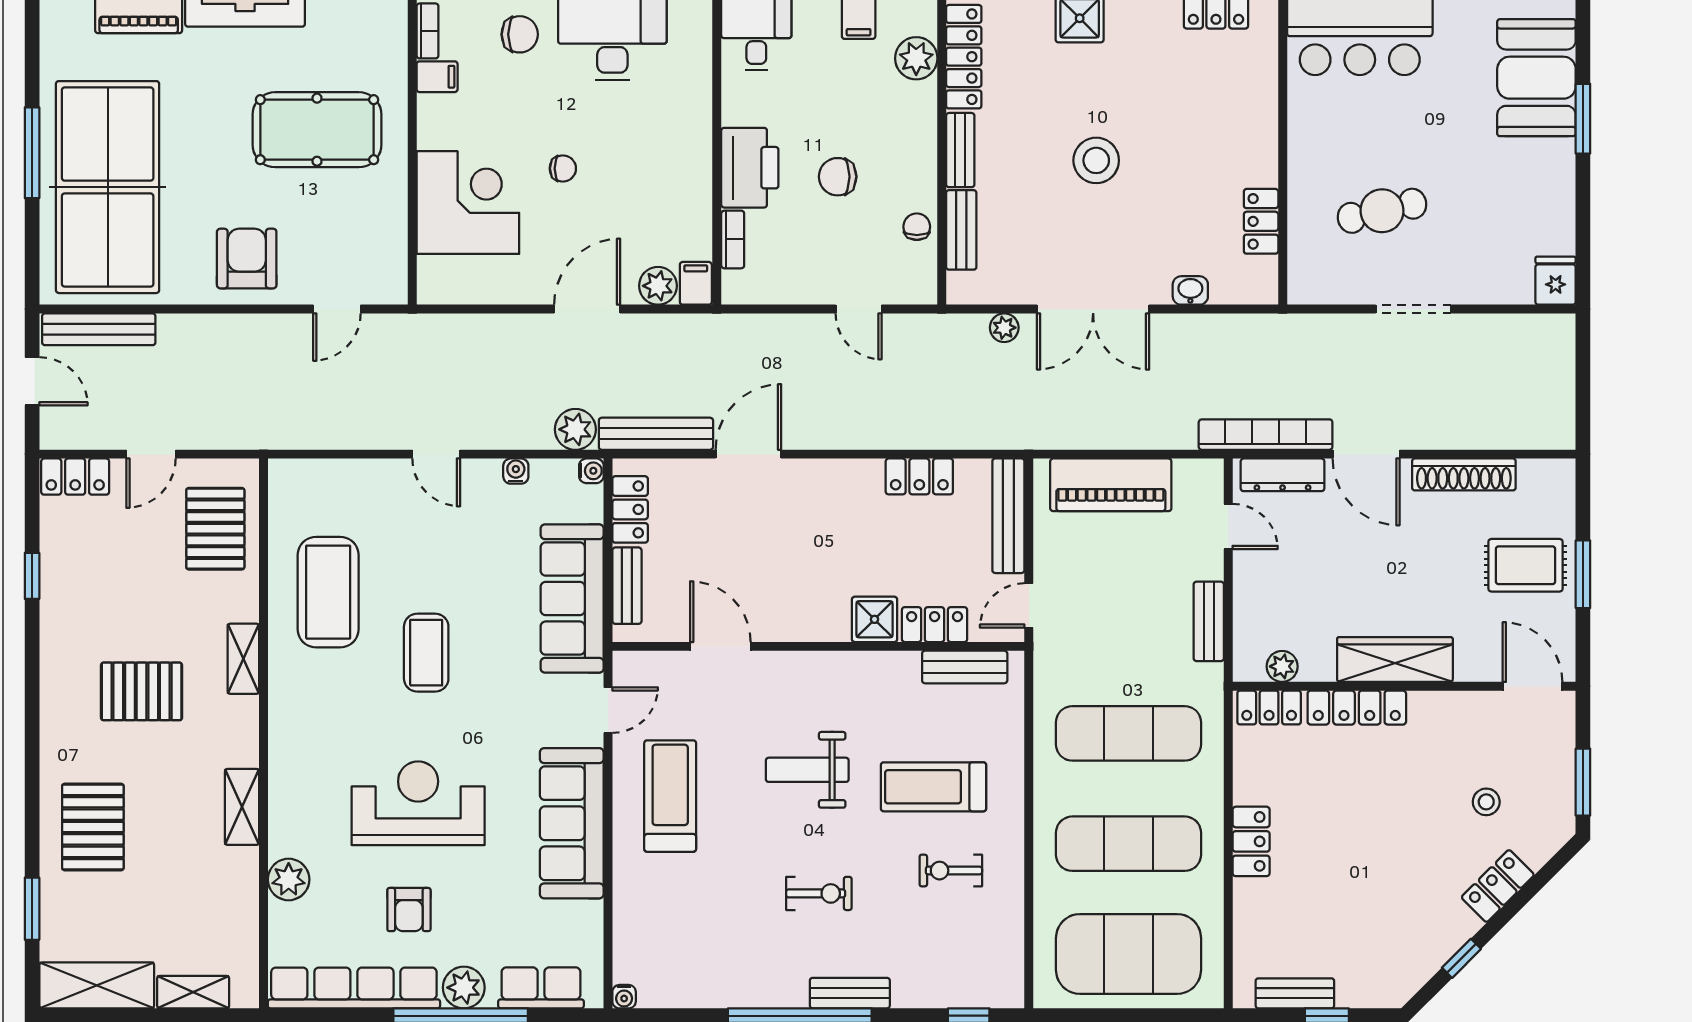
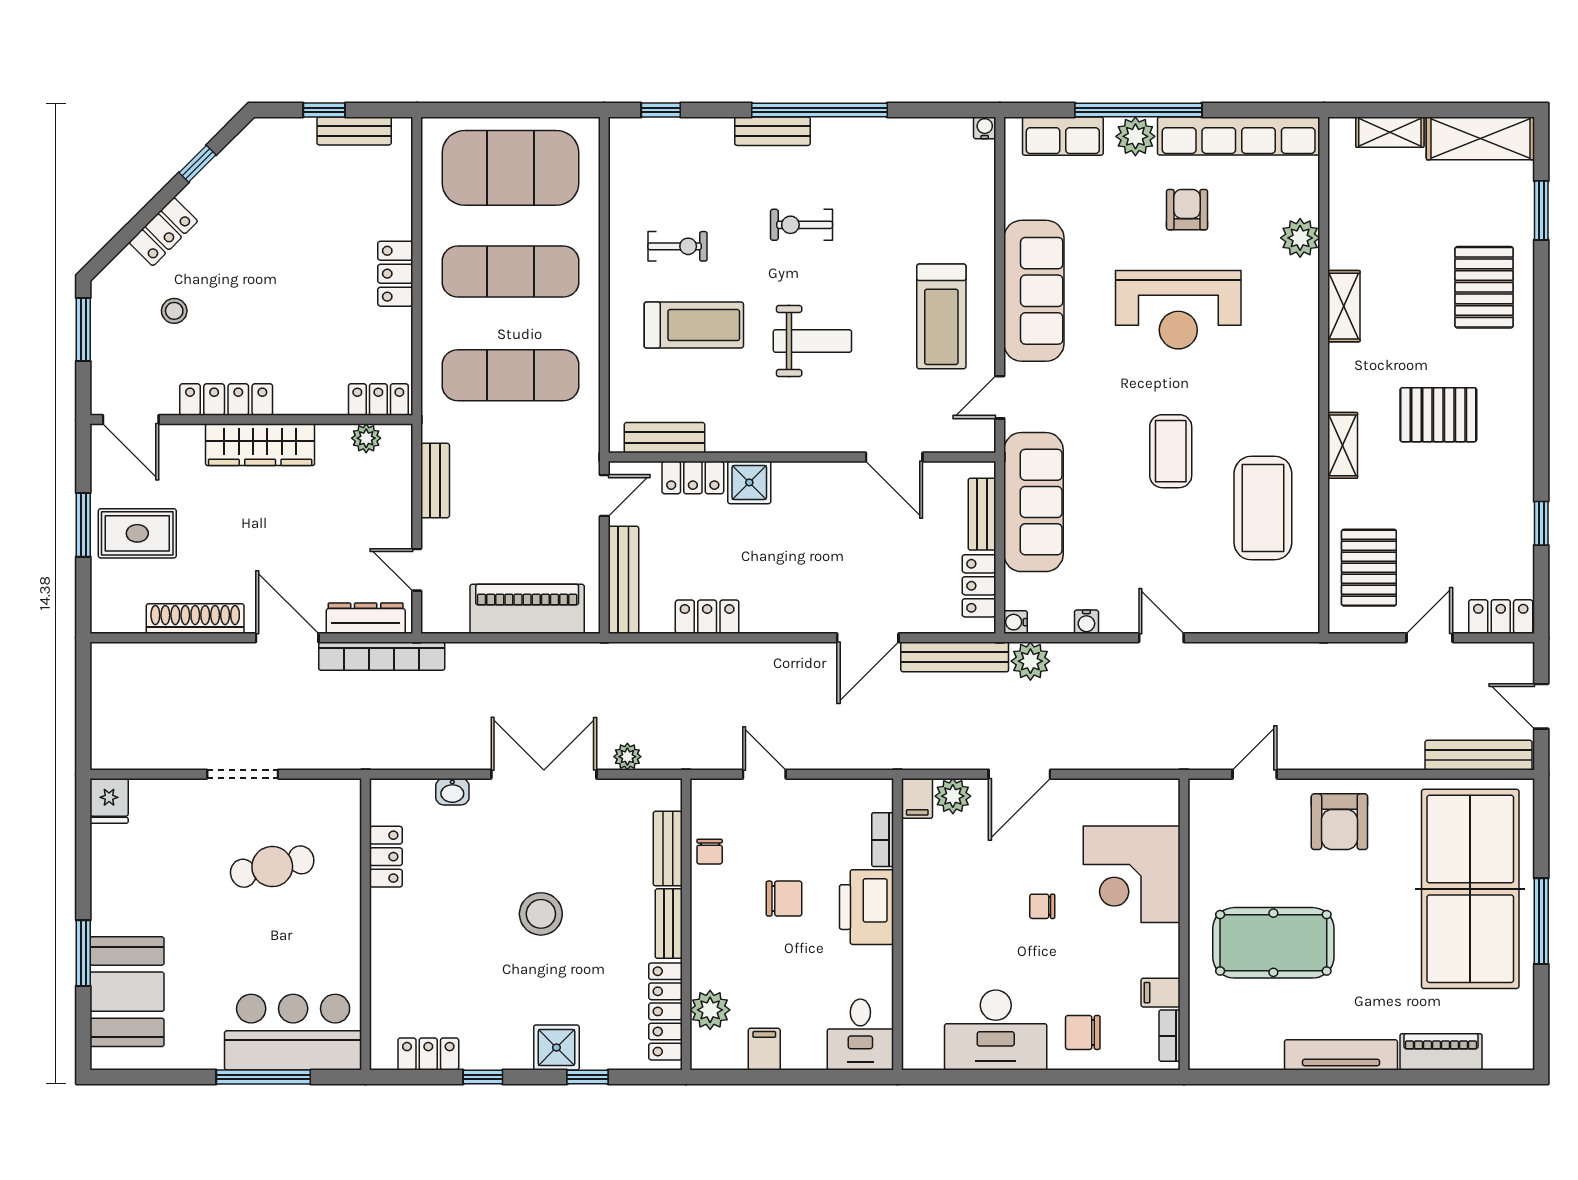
locker: (1357, 708) -> (226, 399), moved

